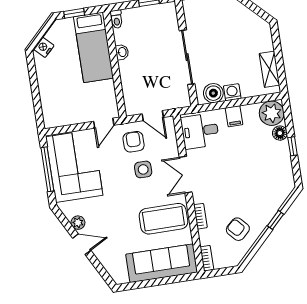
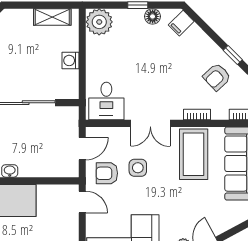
boiler: (213, 93) -> (68, 81), removed
filing cabinet: (234, 116) -> (181, 23), moved, turned 135
floor lamp: (280, 133) -> (153, 16), moved
window: (276, 220) -> (233, 55), moved

